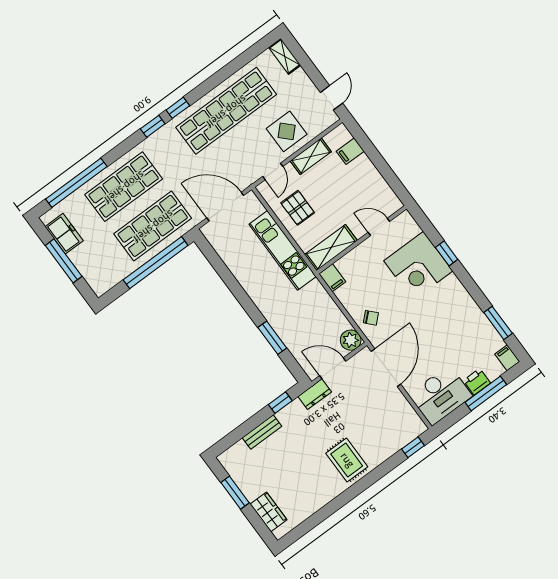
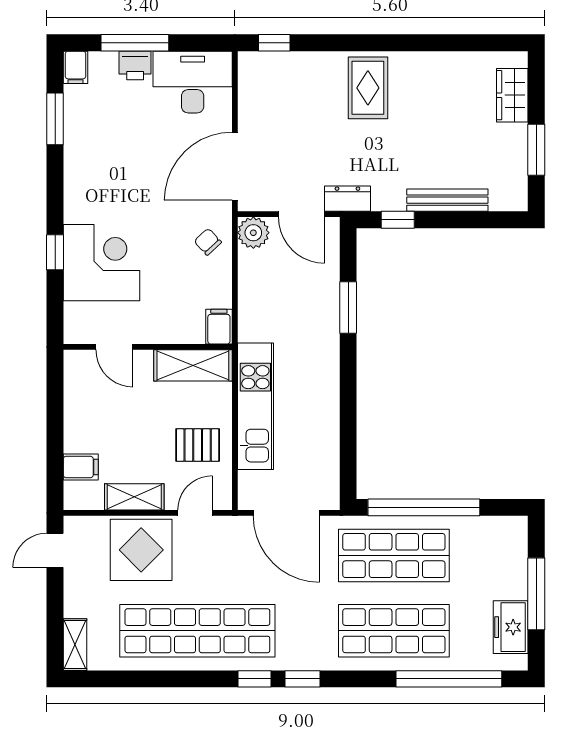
display table: (287, 131) -> (141, 550), width x1.36, depth x1.36
pallet: (298, 208) -> (198, 445), turned 90
bench: (262, 432) -> (447, 200), width x1.36

